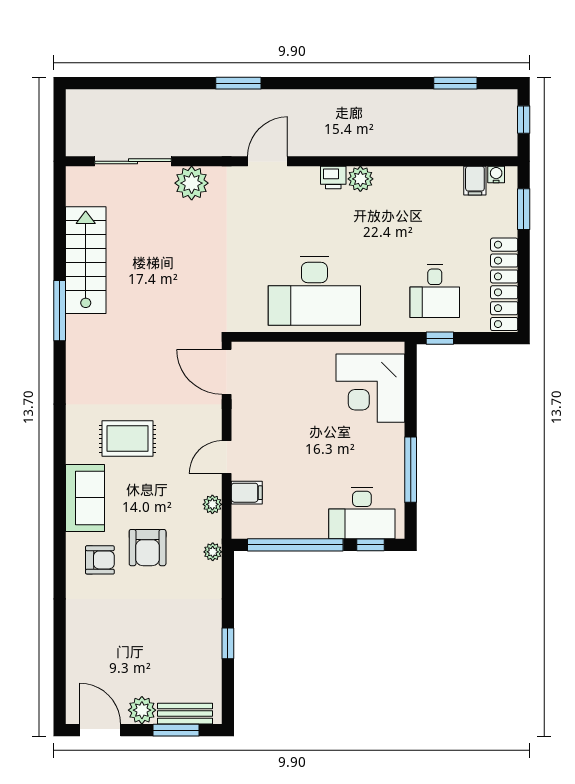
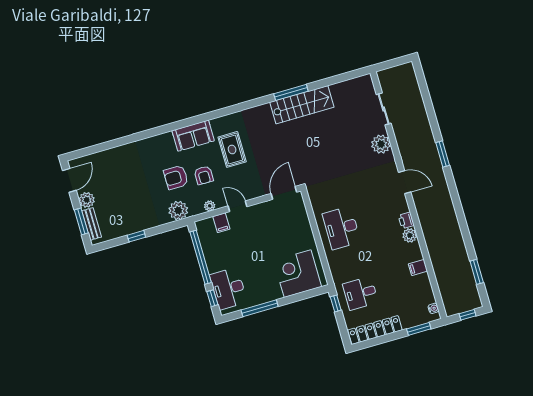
sliding door: (133, 161) -> (384, 109), width x0.73
filing cabinet: (475, 181) -> (418, 267), moved
stairs: (86, 260) -> (302, 105), moved
desk: (314, 291) -> (342, 228), width x0.73, depth x0.77
plant: (213, 552) -> (178, 210), width x1.88, depth x1.88
armchair: (100, 560) -> (204, 175), moved

